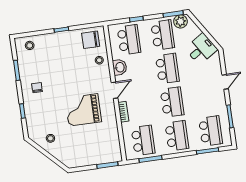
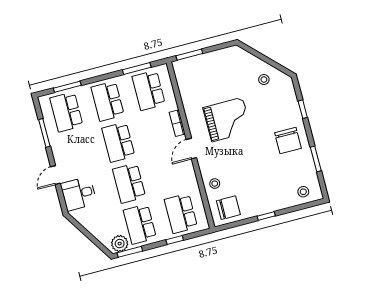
desk: (201, 49) -> (79, 194), moved, turned 33
washbasin: (120, 67) -> (188, 178), removed
chair: (37, 88) -> (288, 141), width x1.87, depth x1.87

